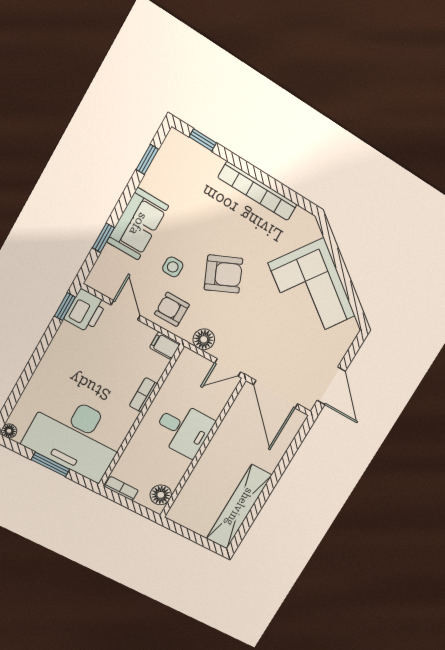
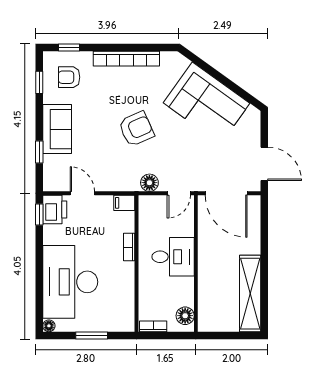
side table: (173, 267) -> (98, 144), removed
armchair: (172, 309) -> (69, 77), moved
desk: (76, 436) -> (70, 282), moved, turned 90

